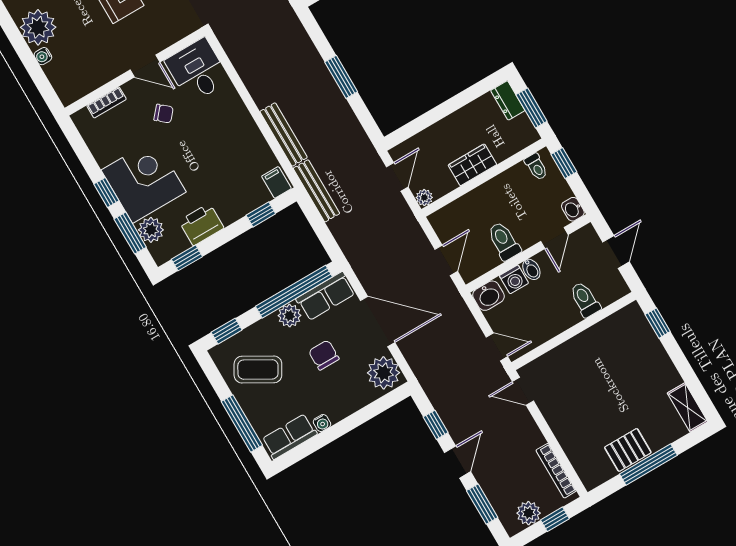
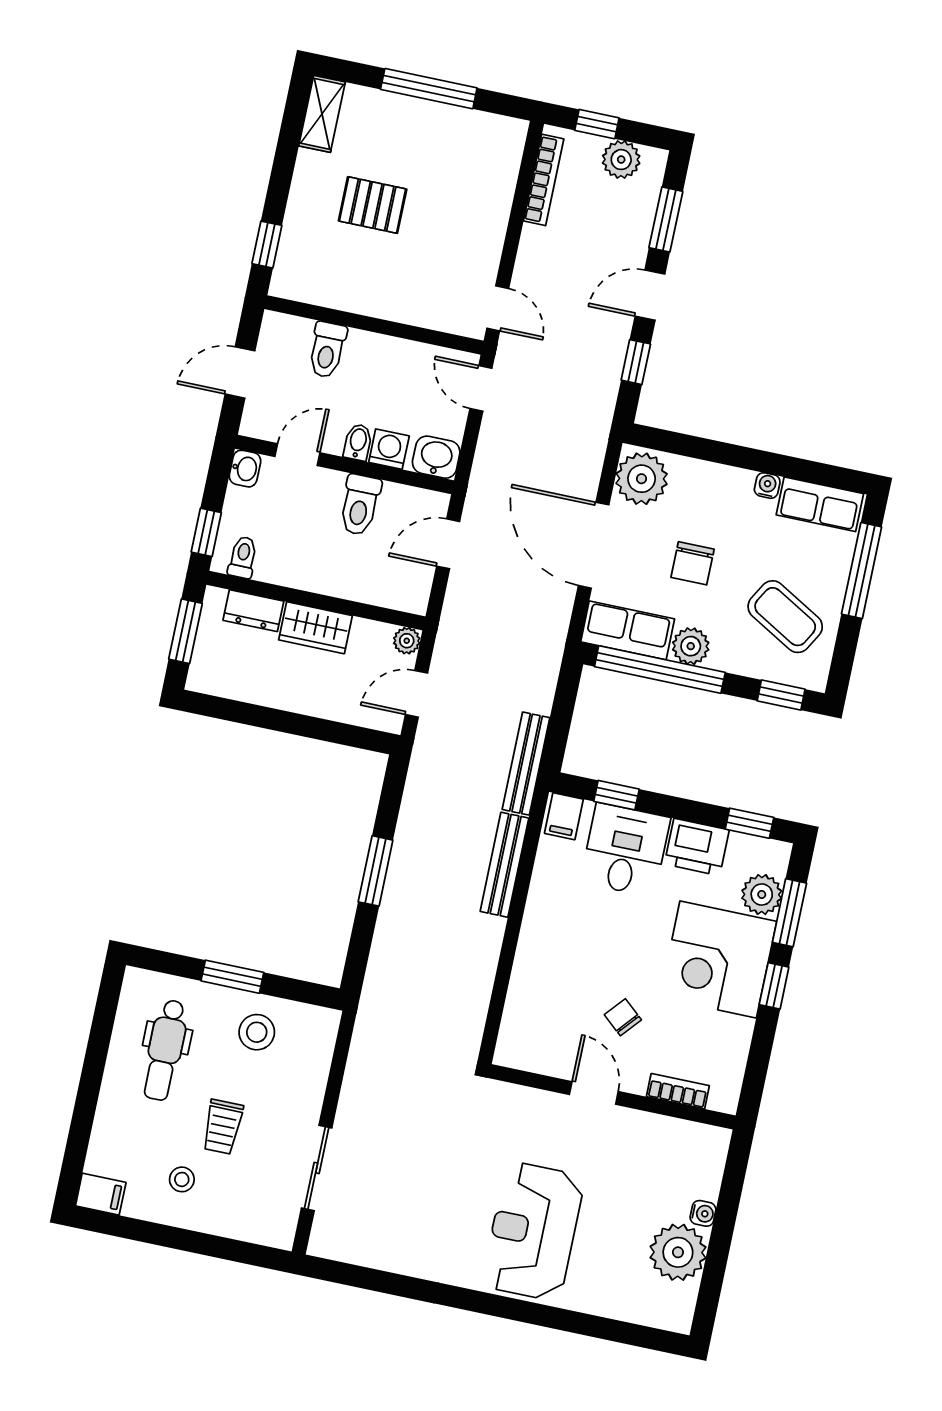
desk: (197, 71) -> (625, 850), moved, turned 180
dresser: (508, 100) -> (253, 611), moved, turned 90
pallet: (628, 450) -> (373, 205), moved

